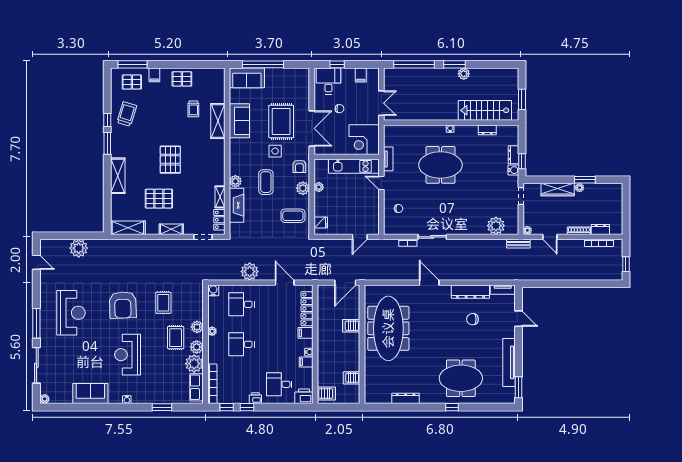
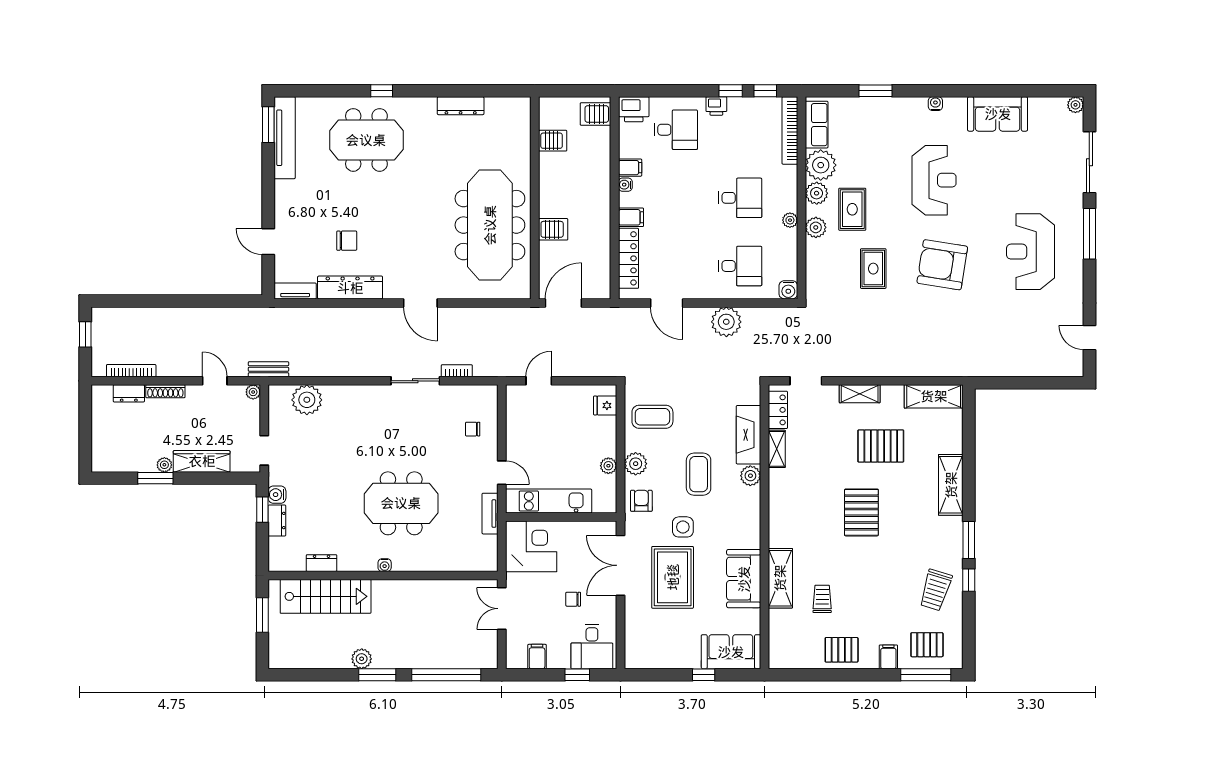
window: (263, 64) -> (704, 675), width x0.32
plant: (79, 248) -> (1018, 361), removed
armchair: (123, 305) -> (942, 265), turned -79
tv unit: (509, 362) -> (285, 138), moved

